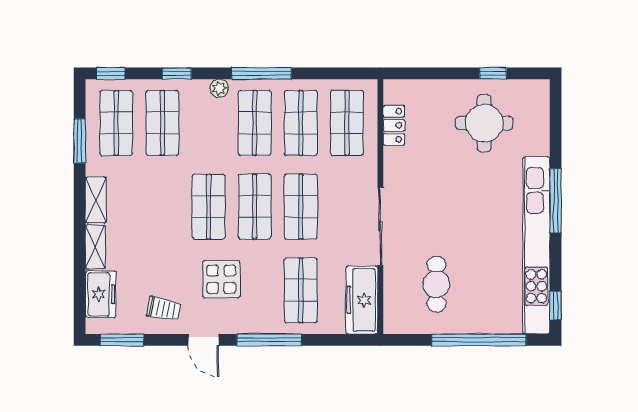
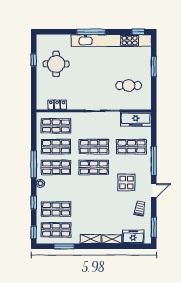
shop shelf: (209, 207) -> (94, 188), removed
window: (479, 340) -> (154, 66), width x0.47

